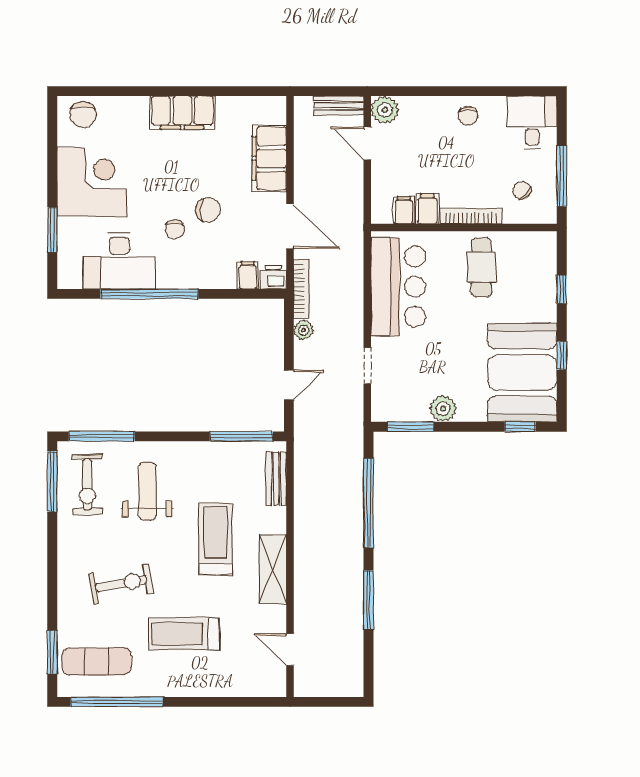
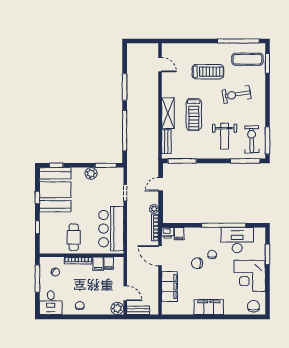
shelving: (273, 569) -> (168, 113), moved

